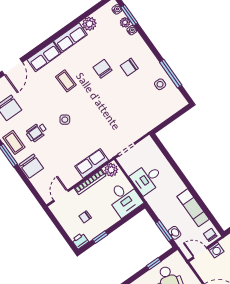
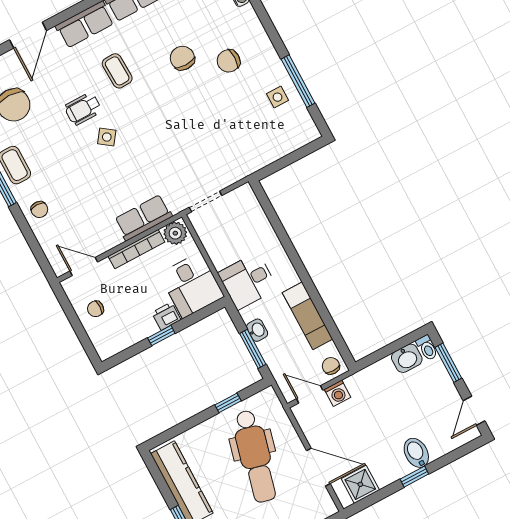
wheelchair: (37, 132) -> (83, 109), moved
chair: (31, 166) -> (39, 210), width x0.54, depth x0.54
desk: (147, 179) -> (248, 281), moved
door: (61, 196) -> (84, 266), hinge flipped
chair: (85, 217) -> (96, 309), moved
washbasin: (175, 233) -> (257, 330), moved
window: (100, 237) -> (161, 336), moved
printer: (80, 241) -> (166, 316), moved

